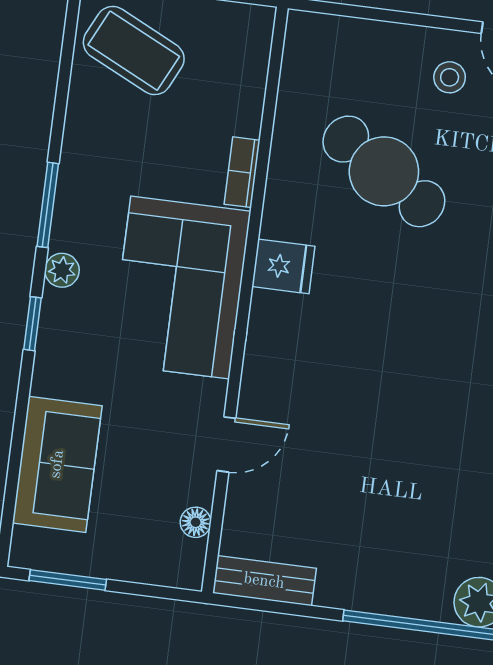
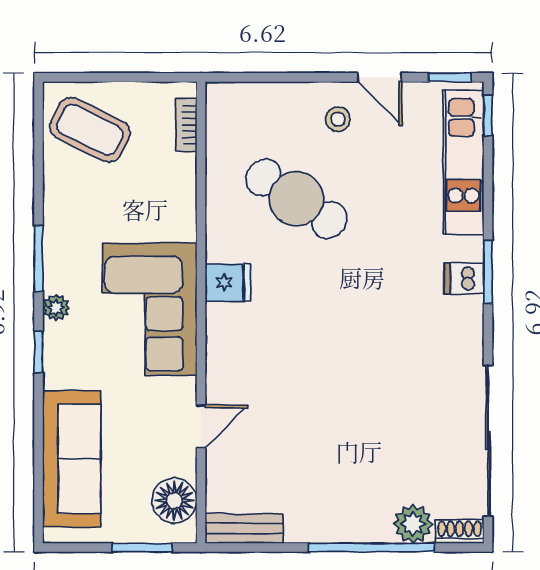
bookcase: (242, 172) -> (186, 125), moved
sofa: (57, 464) -> (72, 459), width x1.36
floor lamp: (196, 522) -> (174, 501), width x1.89, depth x1.89
window: (68, 580) -> (142, 548), moved

